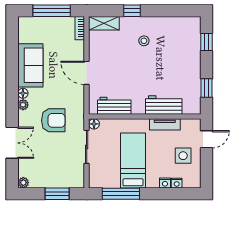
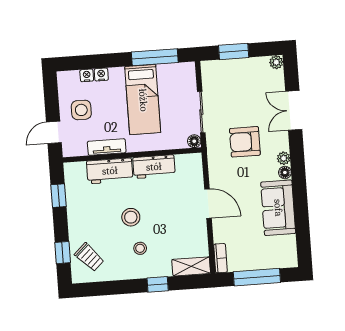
trolley: (185, 37) -> (89, 257), added
stool: (150, 66) -> (131, 217), added
workbench: (114, 106) -> (154, 167), moved

